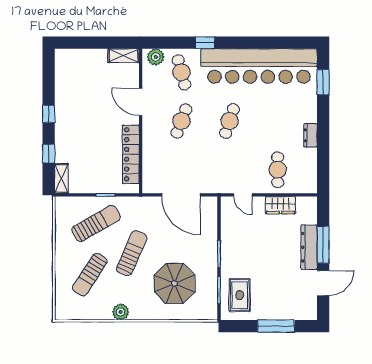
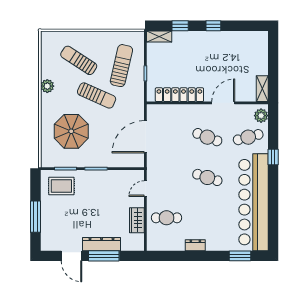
sun lounger: (96, 224) -> (121, 66), turned -137

